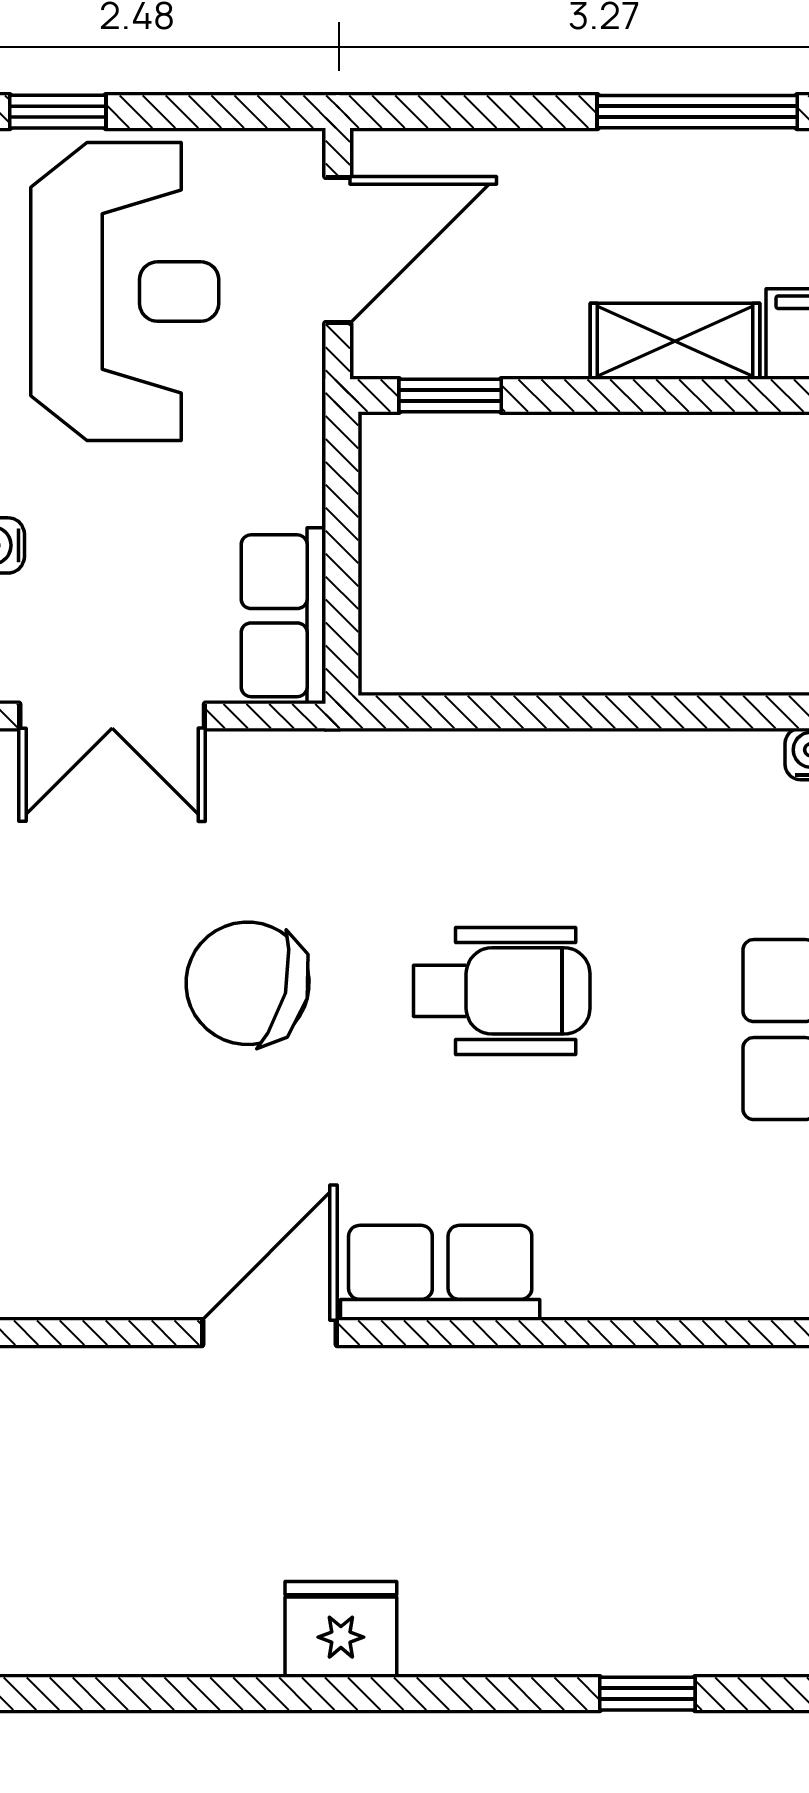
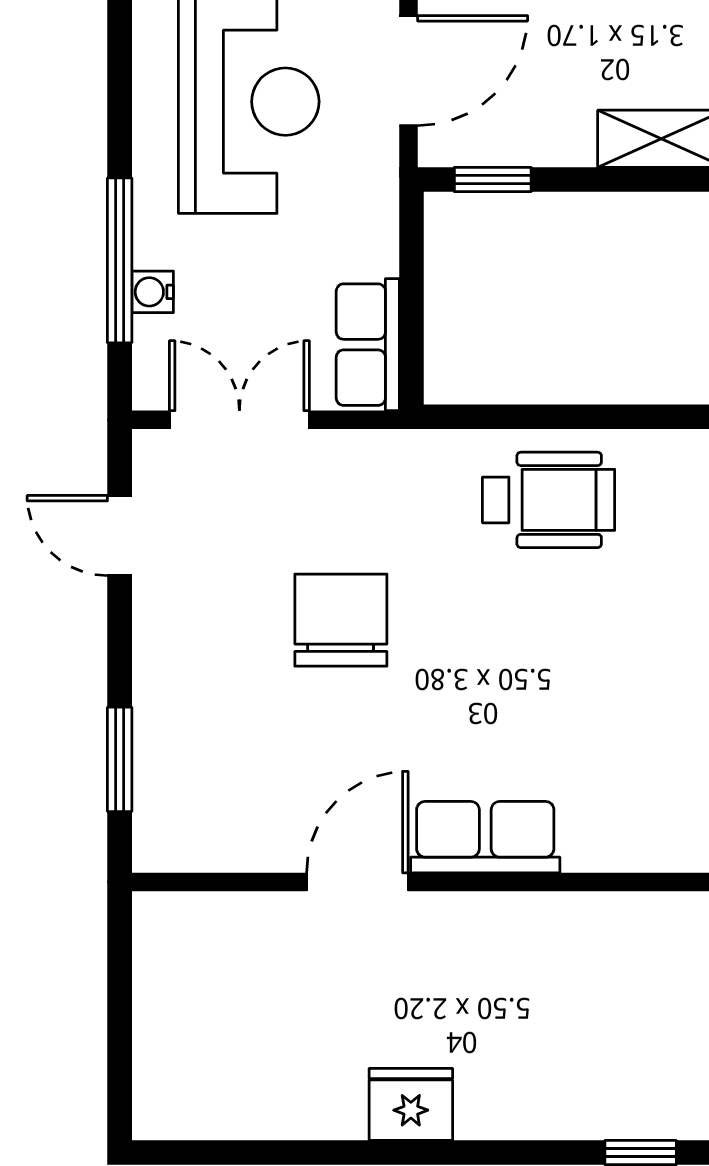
double door: (112, 716) -> (239, 420), swing flipped
chair: (248, 983) -> (341, 620), turned 76
wheelchair: (502, 991) -> (549, 500), moved

